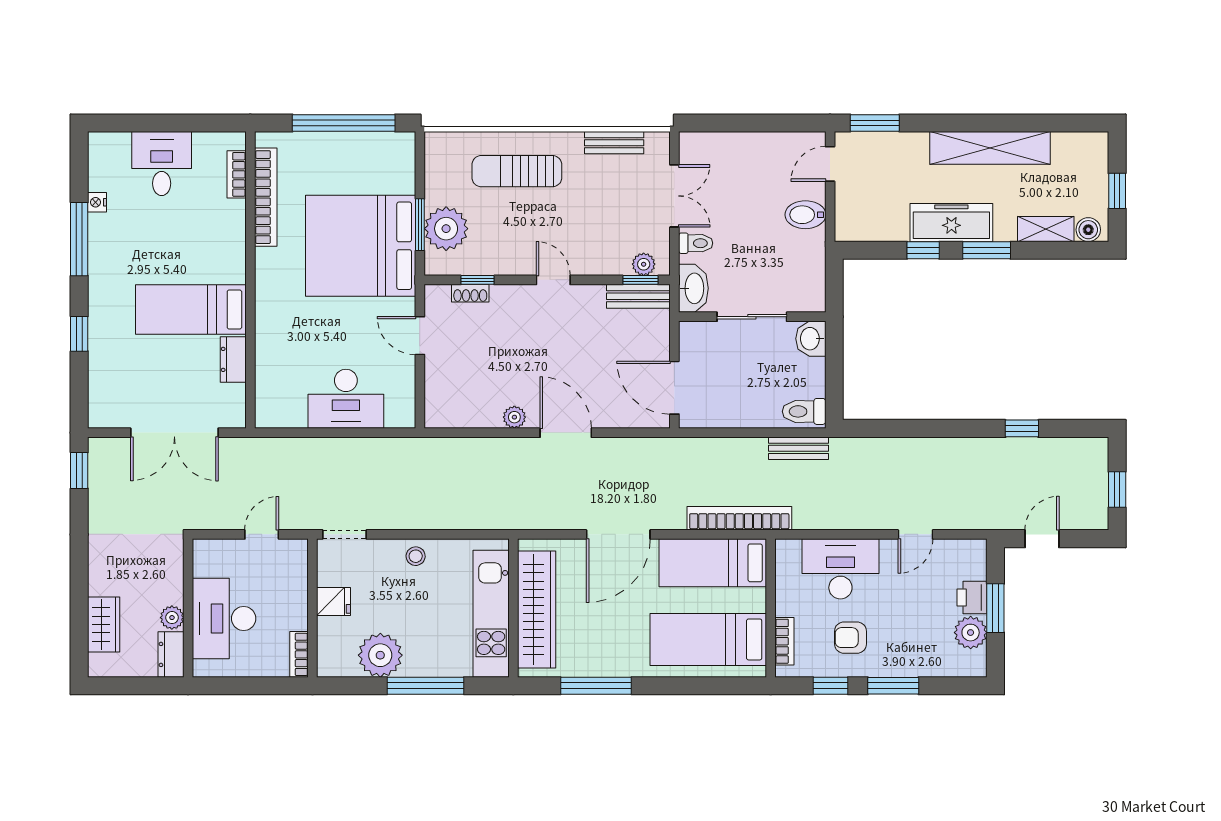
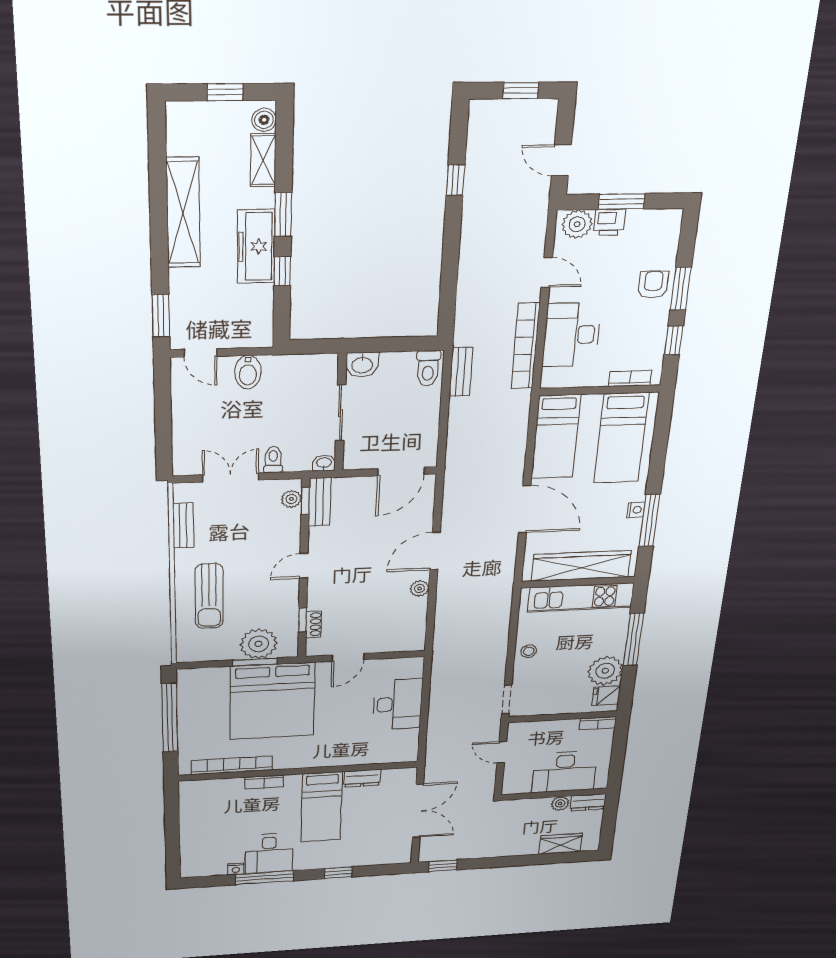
desk: (162, 164) -> (269, 853), moved, turned -90
bookcase: (237, 174) -> (264, 782), moved
washbasin: (693, 288) -> (324, 463), width x0.52, depth x0.69
bookcase: (739, 518) -> (526, 346), moved
fridge: (334, 602) -> (606, 696), moved, turned -90
plant: (971, 633) -> (577, 224), moved
armchair: (850, 638) -> (653, 285), moved, turned 180
nightstand: (611, 668) -> (636, 510), added

